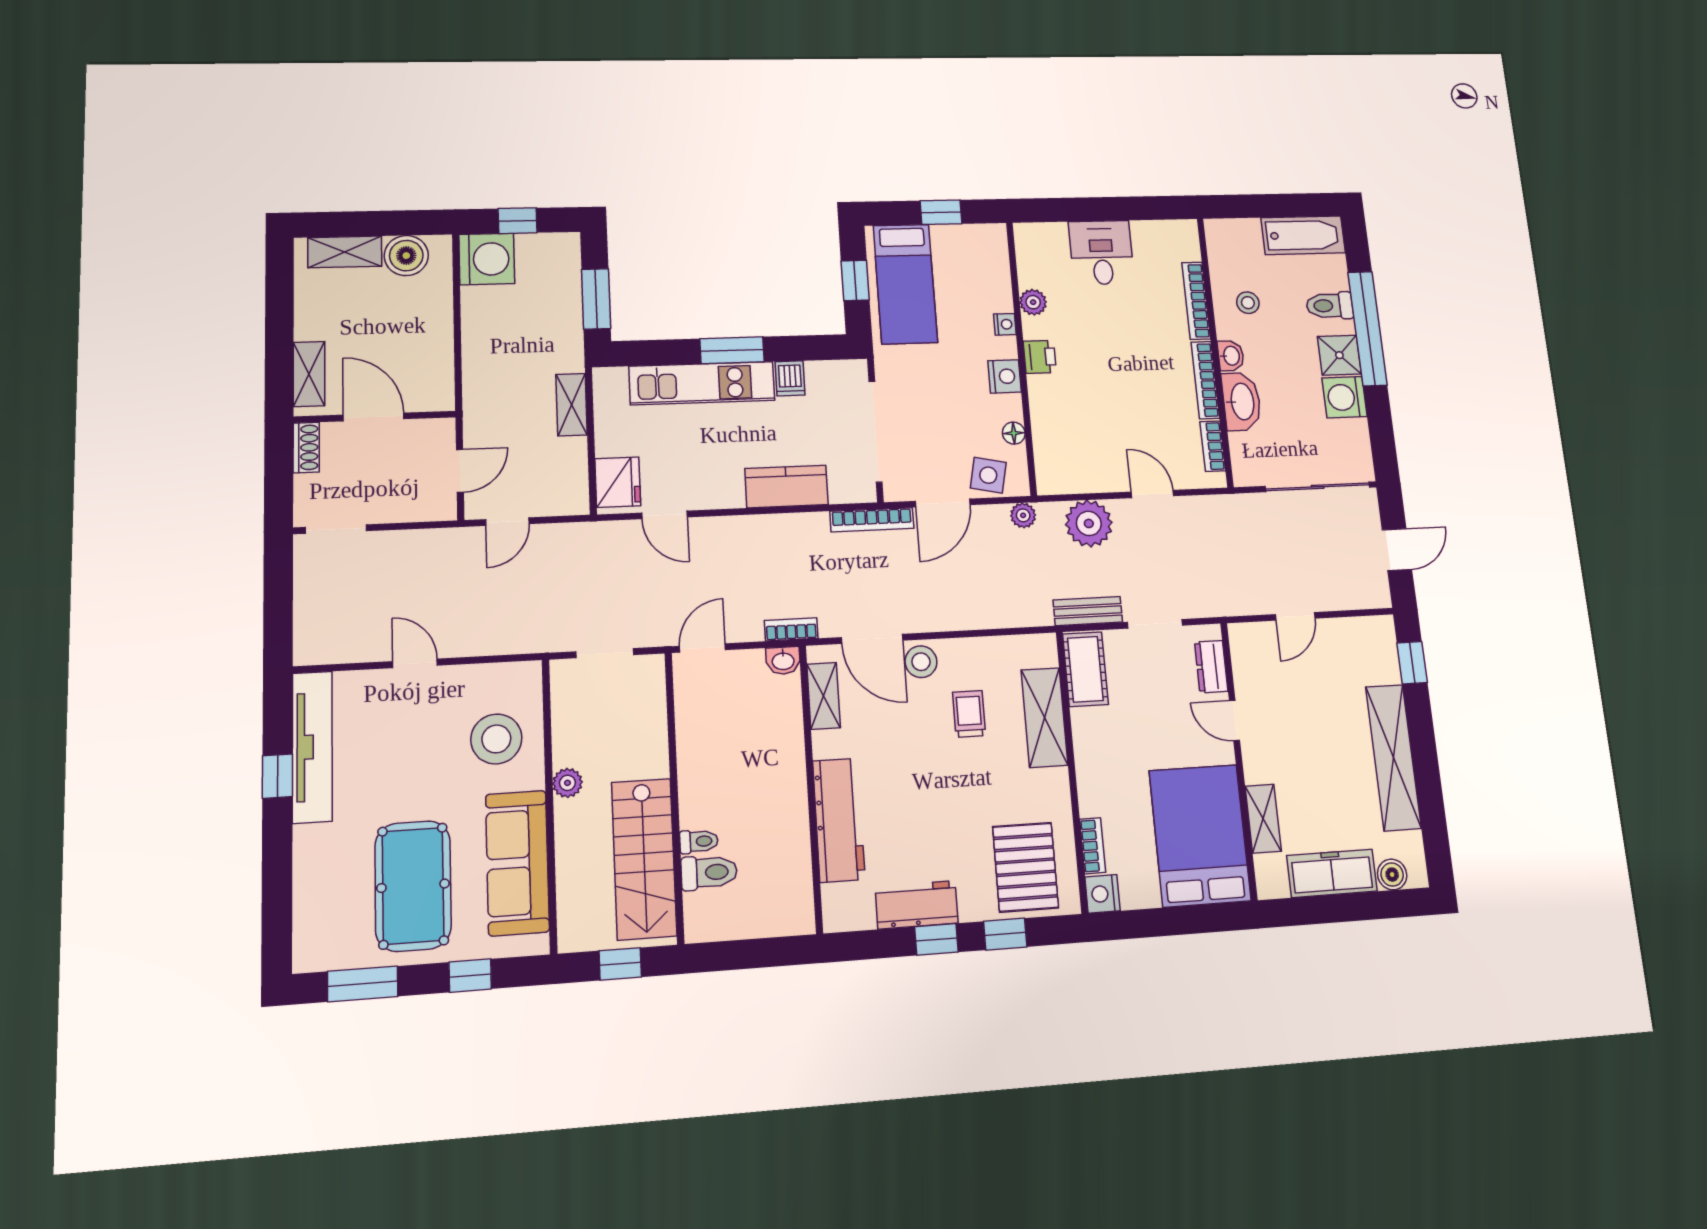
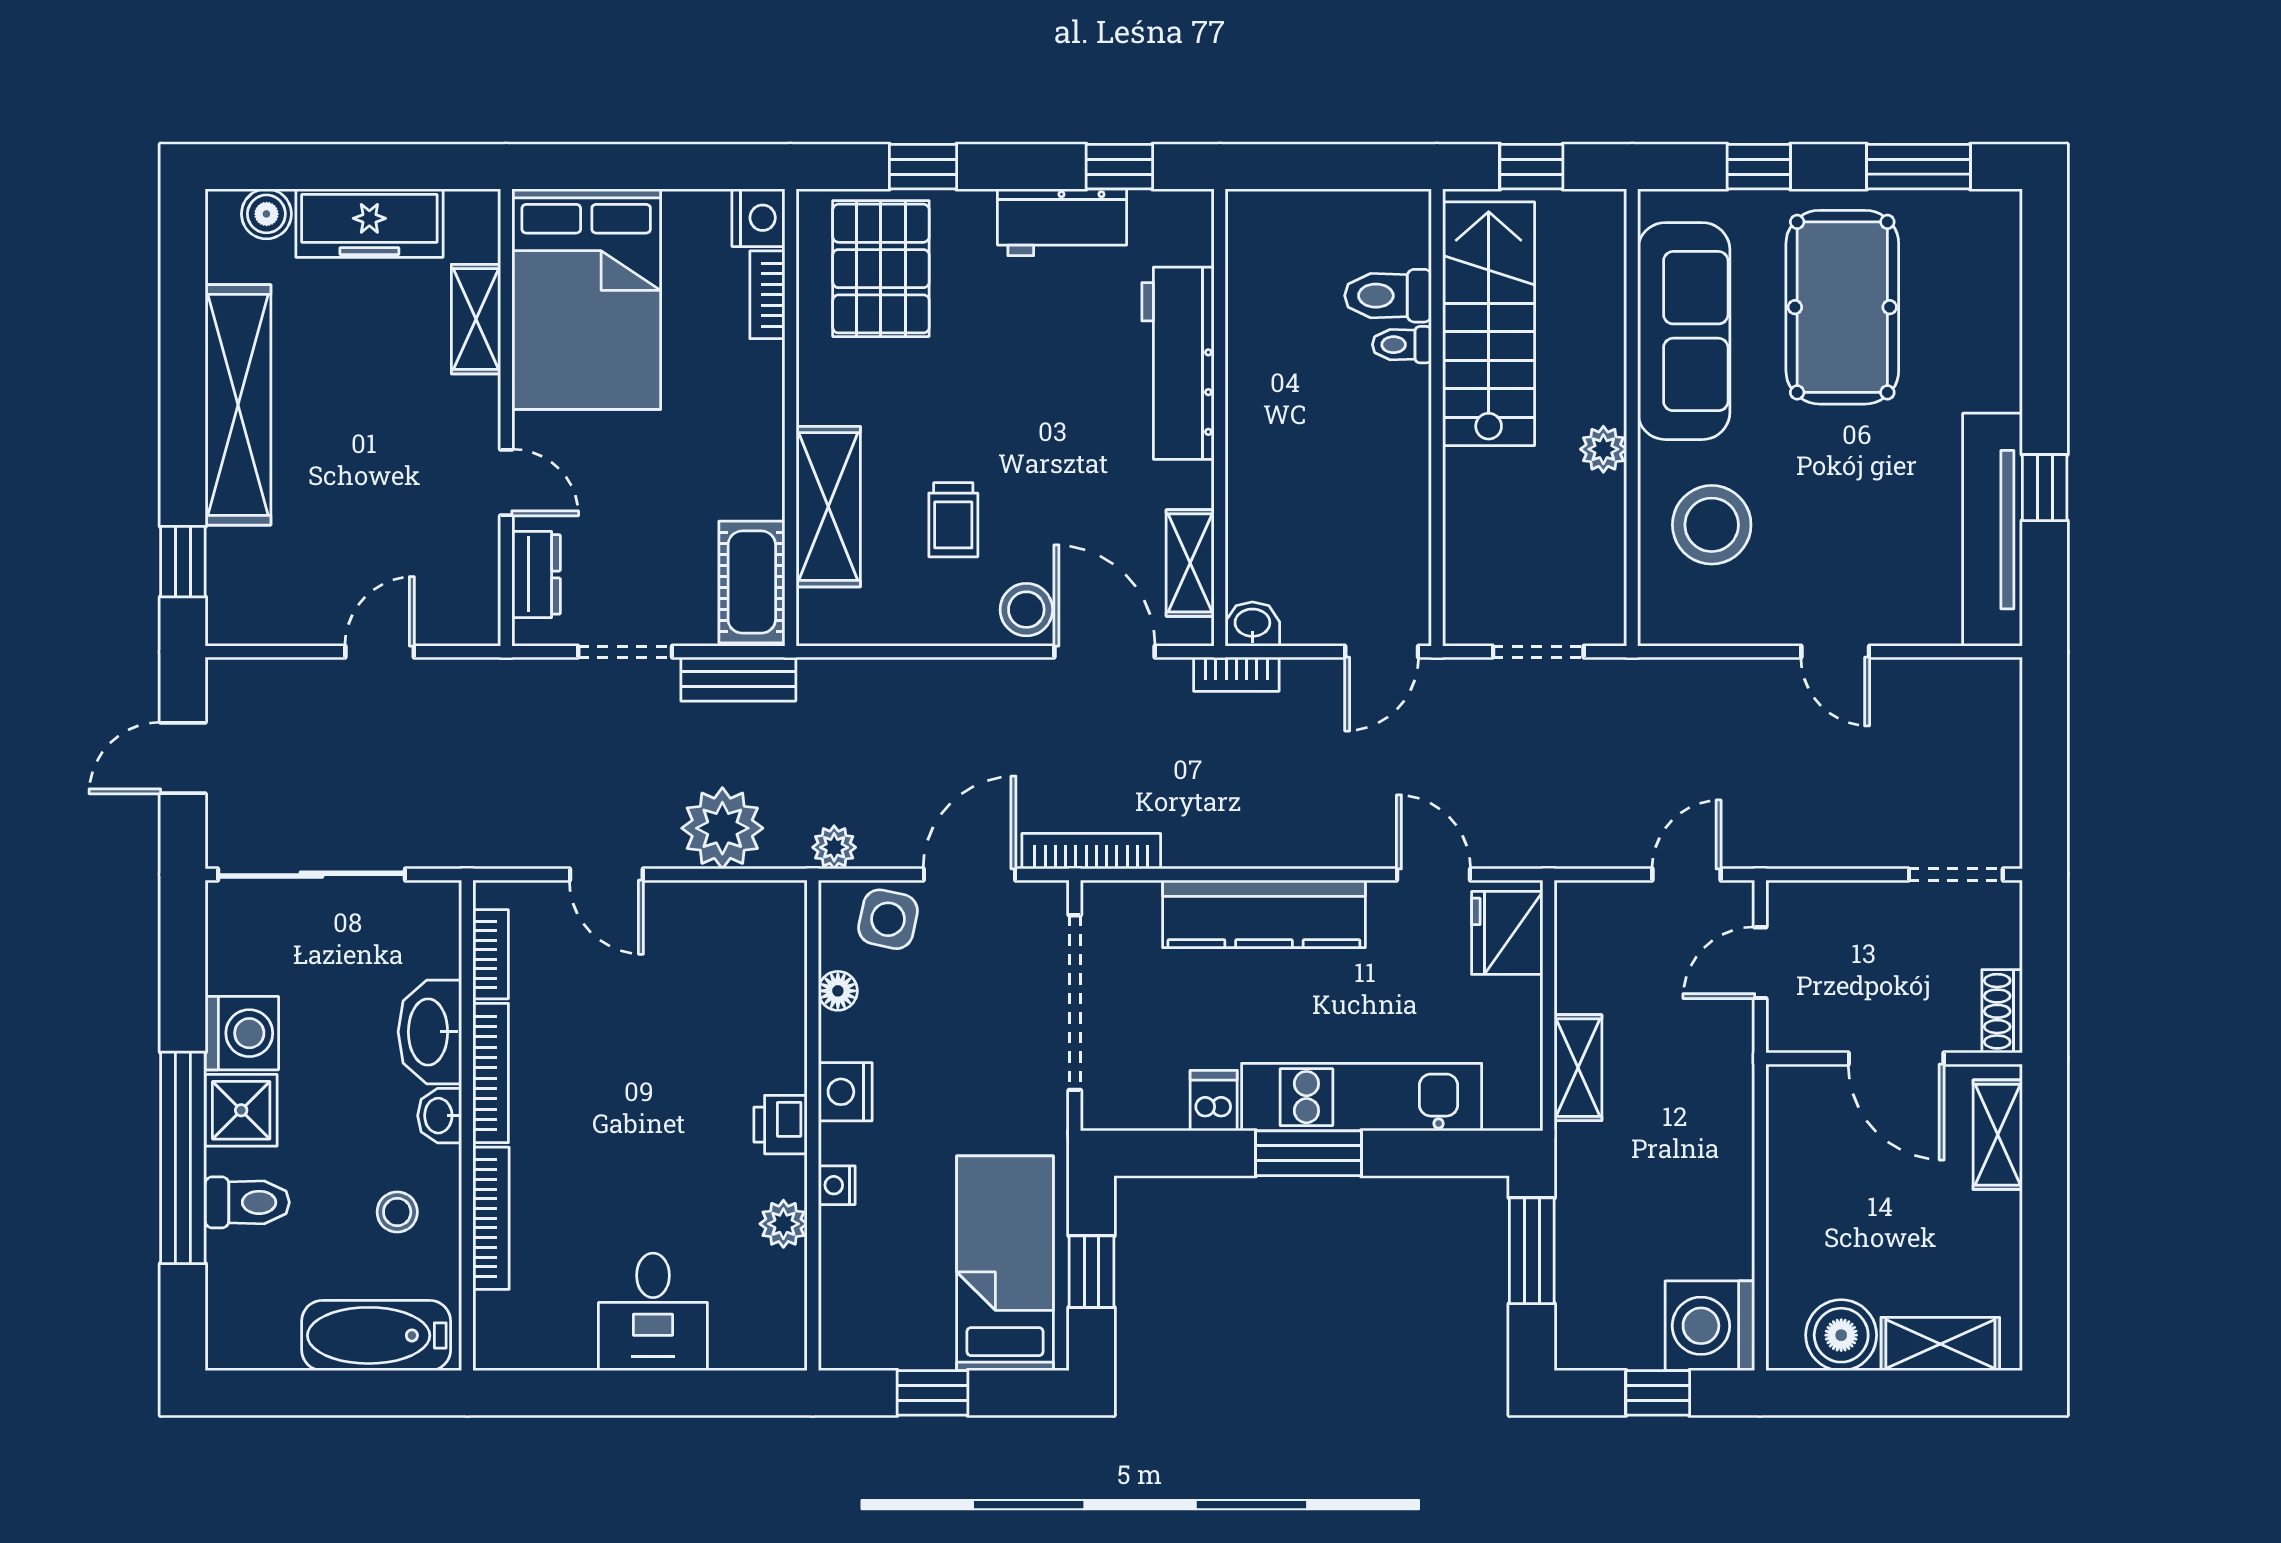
bathtub: (1303, 235) -> (376, 1335), moved
kitchen counter: (787, 487) -> (1264, 914), width x1.50
window: (936, 939) -> (1119, 167), moved

